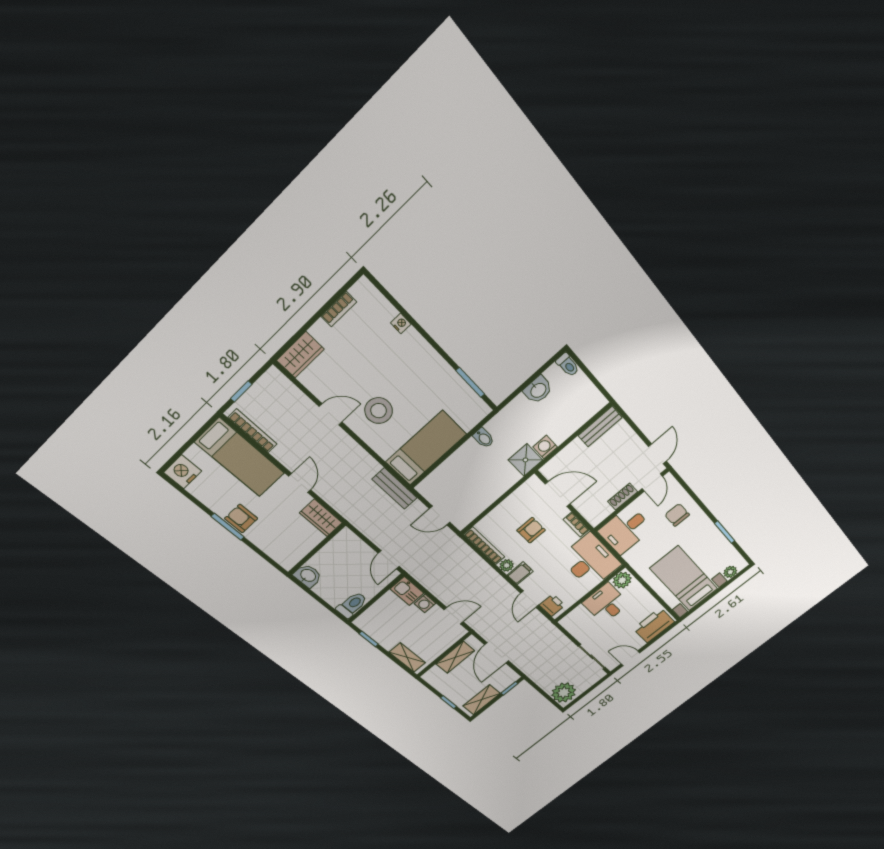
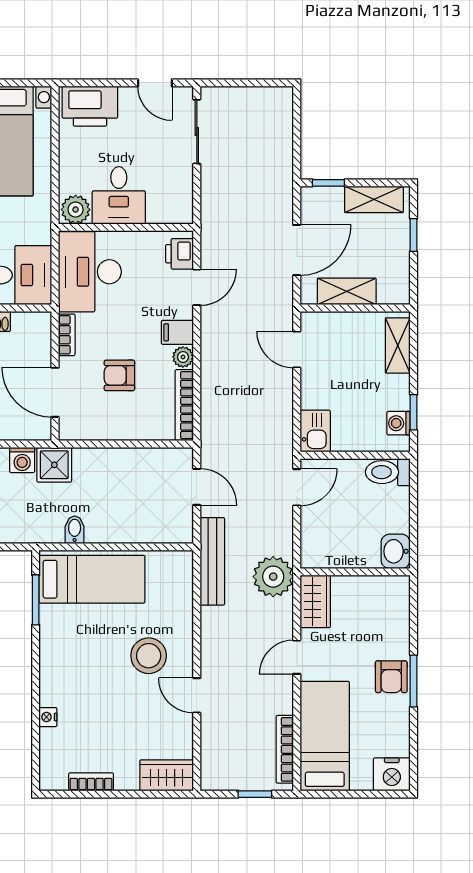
bed: (426, 448) -> (92, 579), moved, turned 180
bench: (395, 489) -> (212, 561), width x1.36
washing machine: (425, 603) -> (398, 423), moved, turned 180
plant: (564, 693) -> (273, 577), moved

